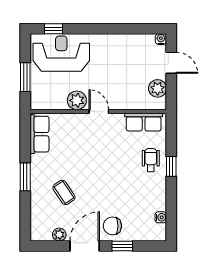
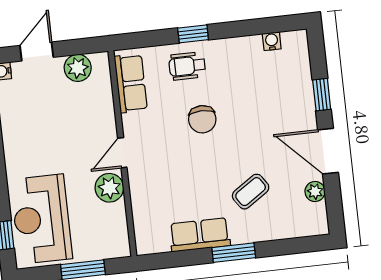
row of seats: (39, 134) -> (200, 235), moved
chair: (112, 226) -> (202, 119), moved

